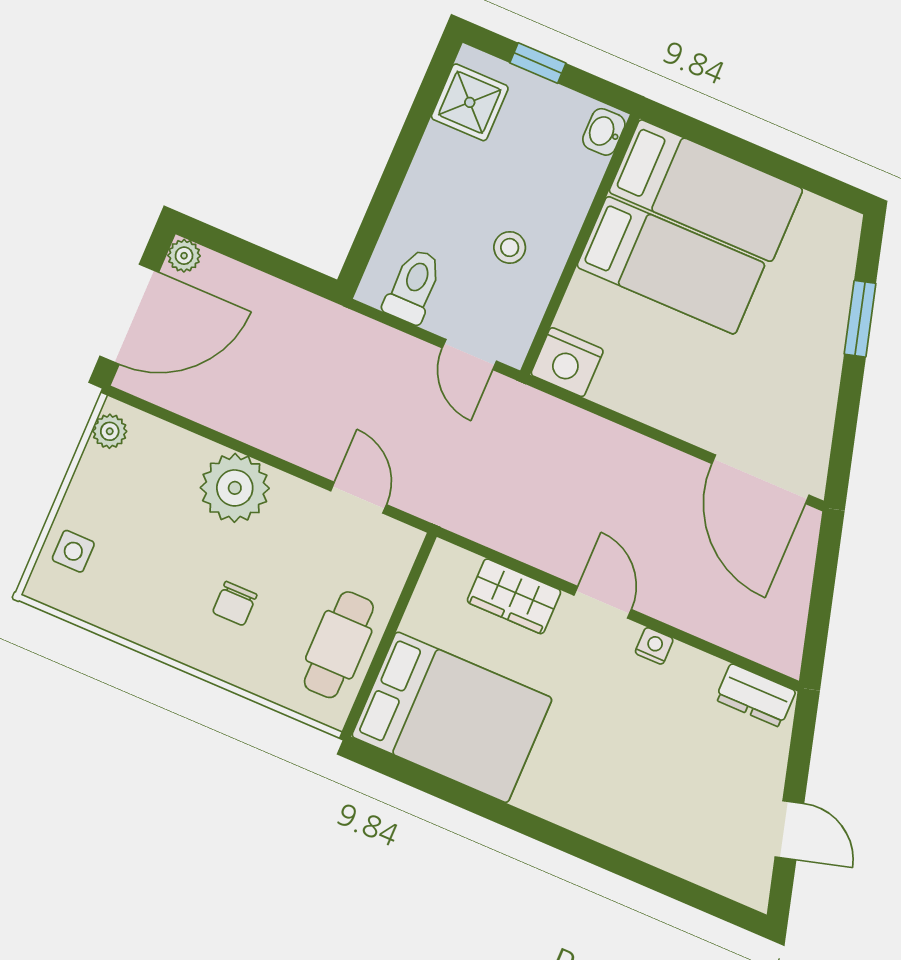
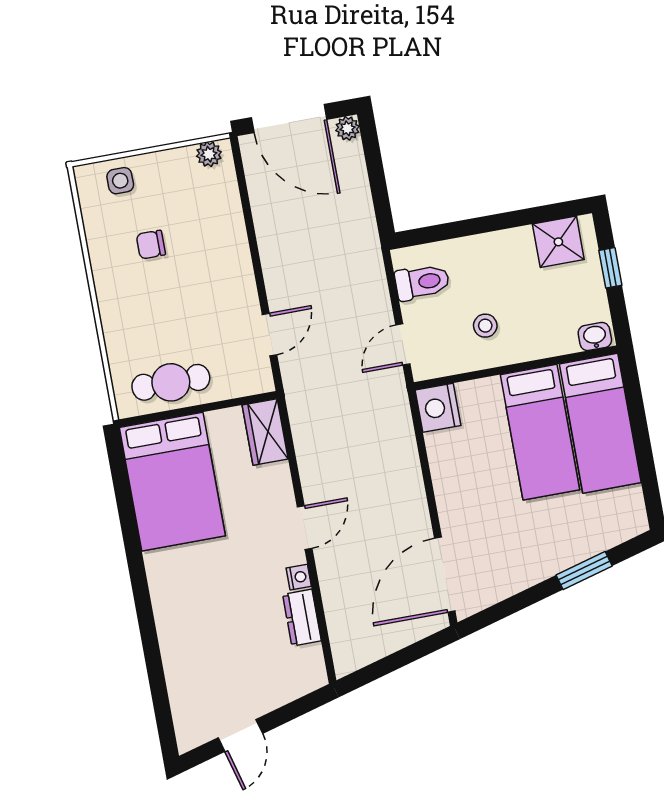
plant: (235, 488) -> (225, 254), removed
wardrobe: (514, 596) -> (265, 432), moved
chair: (235, 604) -> (151, 245), moved
dresser: (756, 695) -> (302, 618), moved

